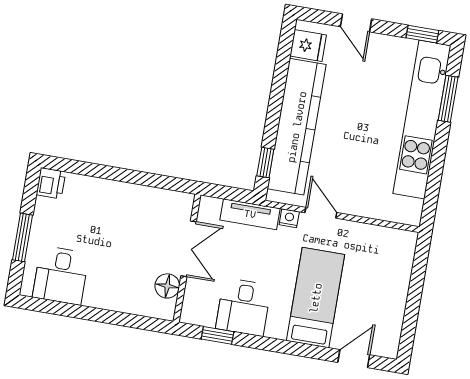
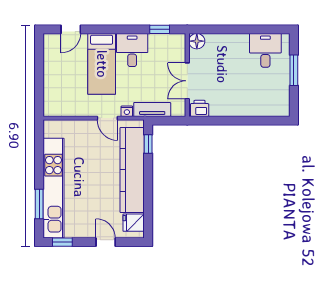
printer: (51, 183) -> (200, 108), moved, turned 90
floor lamp: (167, 286) -> (197, 41), moved
desk: (243, 307) -> (132, 50), moved

